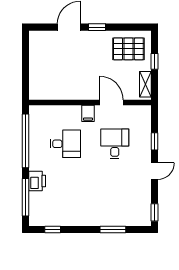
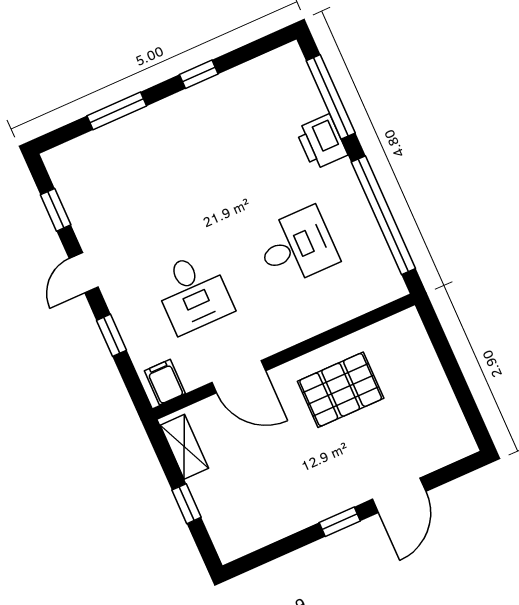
pallet: (128, 49) -> (341, 390), moved
filing cabinet: (88, 113) -> (165, 382), moved
desk: (65, 144) -> (297, 247), turned 180
window: (155, 212) -> (56, 210), moved
window: (53, 229) -> (199, 74), moved

